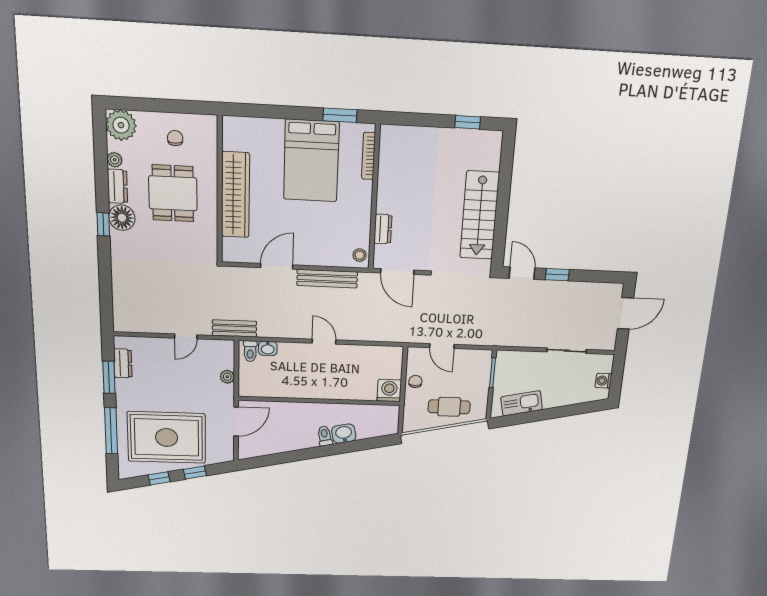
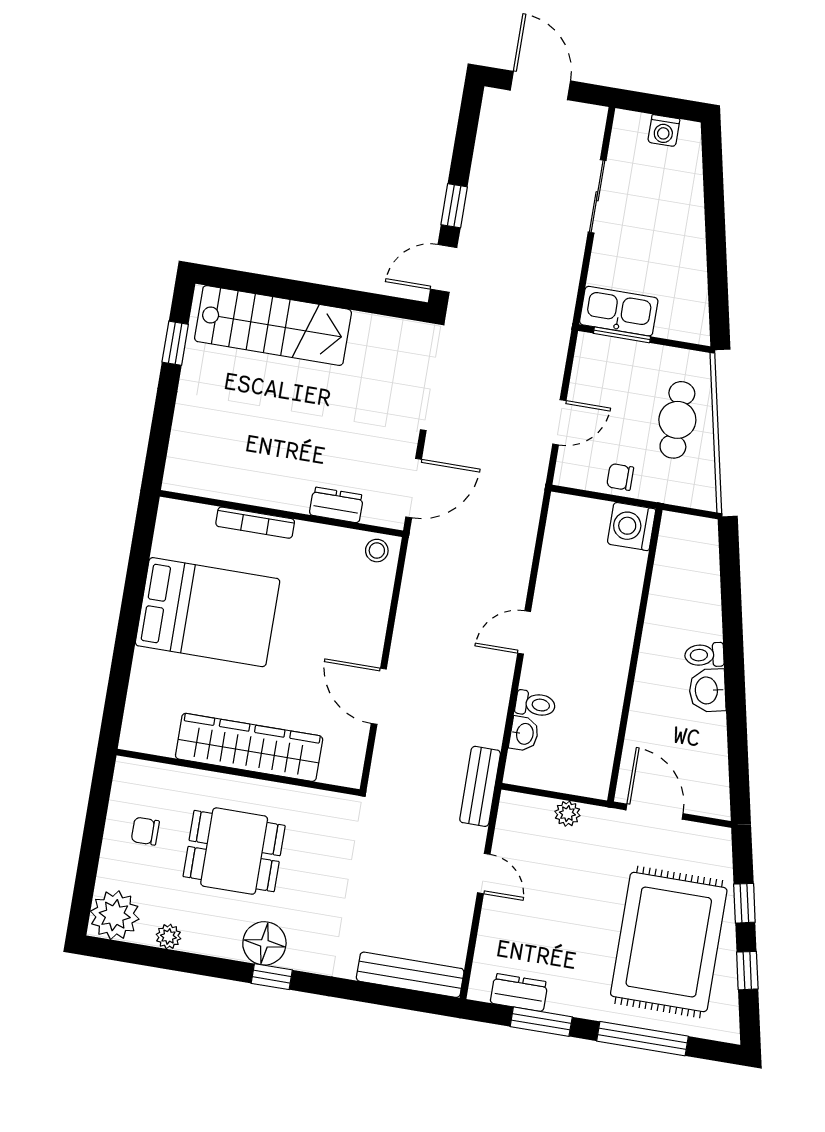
window: (340, 115) -> (140, 555), removed
bookcase: (369, 156) -> (255, 523), moved
dresser: (117, 186) -> (212, 940), removed
stairs: (480, 215) -> (273, 325), moved
bench: (327, 279) -> (410, 975), moved, turned 90
toilet: (250, 351) -> (535, 704), moved
kitchen sink: (522, 403) -> (619, 311), moved, turned 102
washbasin: (344, 434) -> (707, 690), moved

